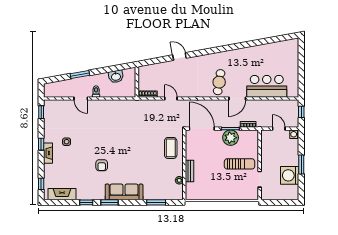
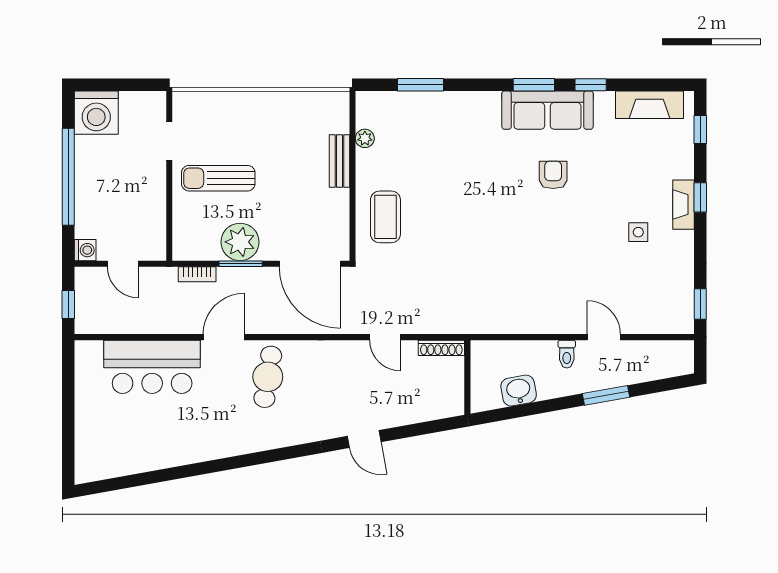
window: (41, 144) -> (700, 197), moved
window: (301, 164) -> (68, 177), width x2.11
washing machine: (290, 175) -> (96, 113), moved, turned 90
sofa: (124, 192) -> (547, 110), moved

